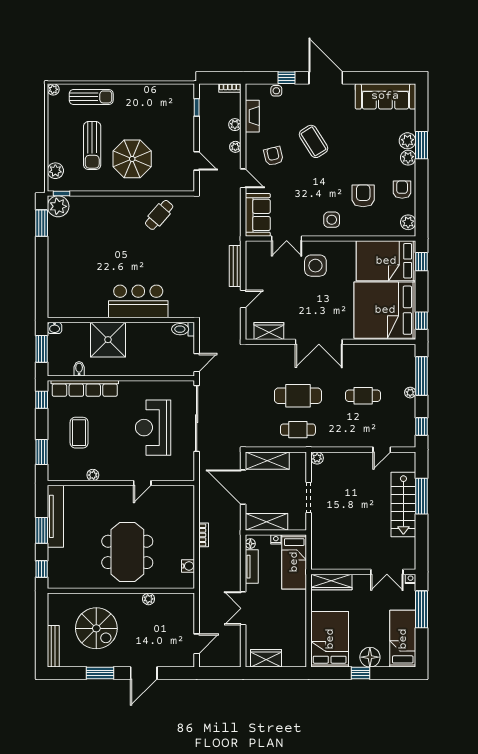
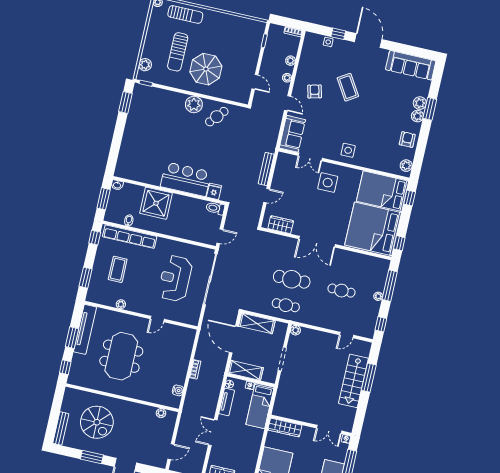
fireplace: (252, 116) -> (305, 57), removed
armchair: (363, 196) -> (376, 137), removed
plant: (58, 206) -> (194, 104), moved
fridge: (177, 309) -> (214, 191), added
meeting table: (127, 552) -> (121, 356), moved
plant: (149, 599) -> (161, 413), moved

